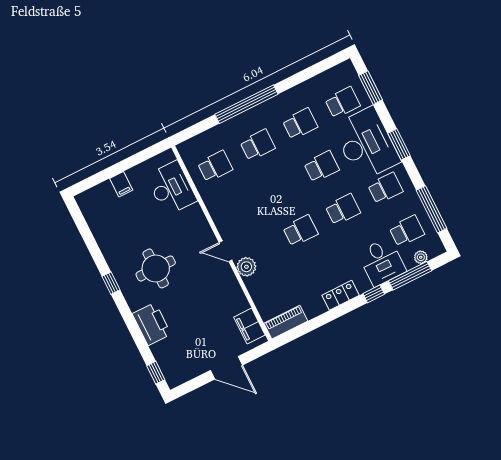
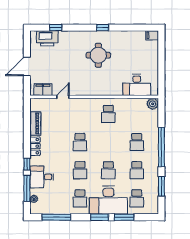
window: (305, 75) -> (161, 186), added
window: (371, 88) -> (124, 217), moved
school desk: (215, 166) -> (108, 114), moved
filing cabinet: (121, 184) -> (152, 35), moved
school desk: (407, 231) -> (52, 198), removed
door: (226, 251) -> (63, 97), moved
plant: (246, 267) -> (153, 104), moved
piano: (286, 322) -> (35, 124), moved
printer: (152, 324) -> (47, 38), moved
window: (156, 373) -> (56, 28), moved

